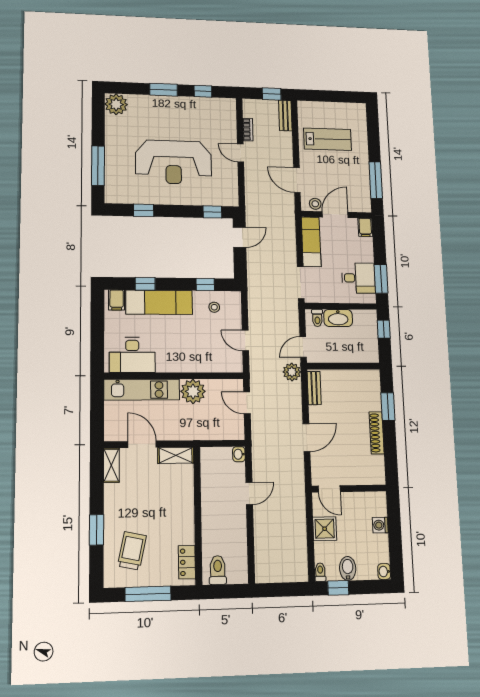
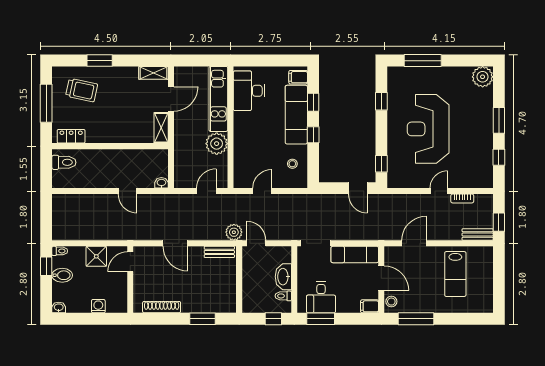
stool: (315, 204) -> (391, 302), moved
window: (205, 285) -> (313, 135), moved
toilet: (317, 318) -> (283, 296), moved
shoe rack: (377, 433) -> (162, 307), moved

